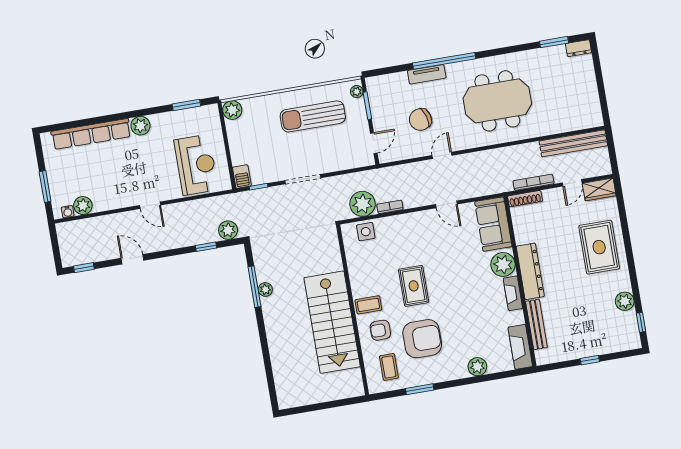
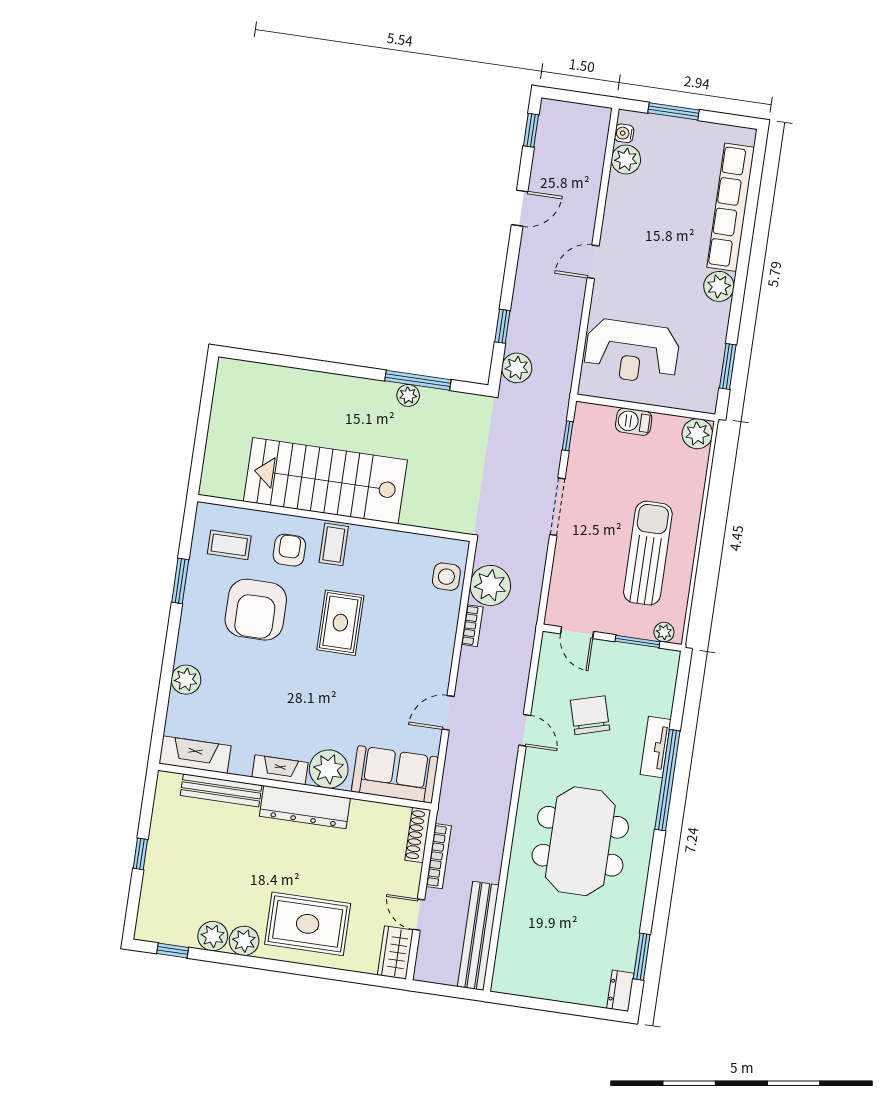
barbecue: (242, 177) -> (634, 422), moved
plant: (621, 282) -> (244, 941), added
rug: (414, 286) -> (340, 623), turned 90

